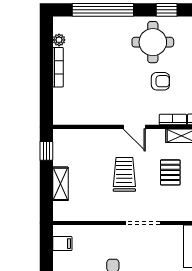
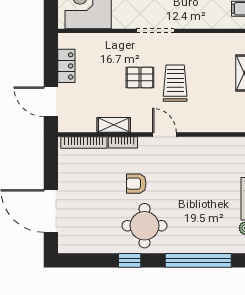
pallet: (170, 172) -> (140, 77), moved, turned 90
trolley: (124, 174) -> (175, 83), turned 180

